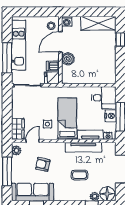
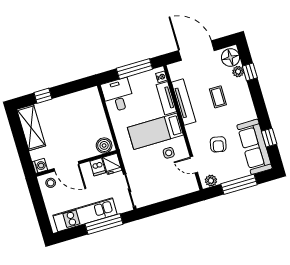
boiler: (68, 59) -> (104, 145), moved
nightstand: (110, 116) -> (137, 81), removed
wardrobe: (18, 129) -> (185, 186), removed

